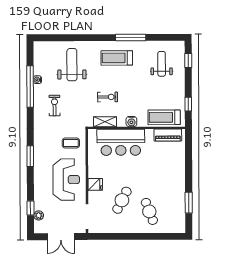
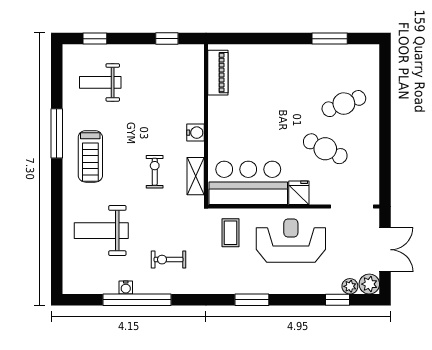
treadmill: (164, 117) -> (189, 79), removed
bar counter: (121, 142) -> (248, 183), moved, turned -90
plant: (40, 227) -> (369, 284), added

